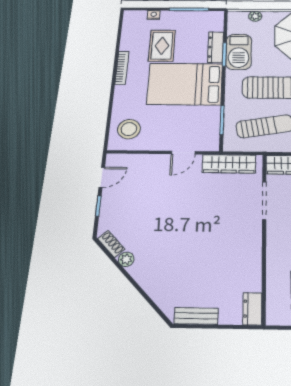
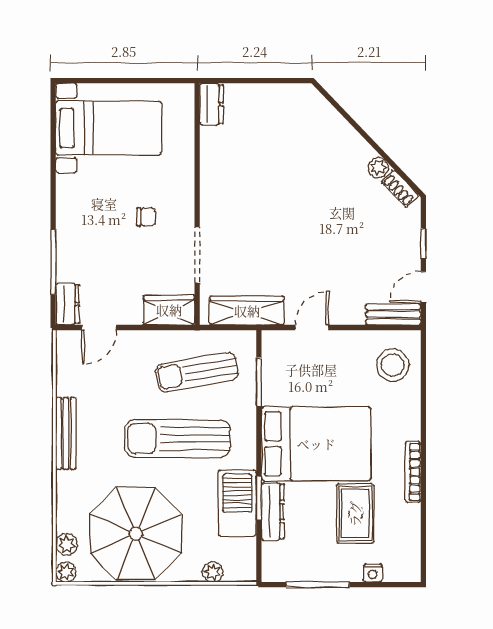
bench: (196, 316) -> (393, 314), moved

